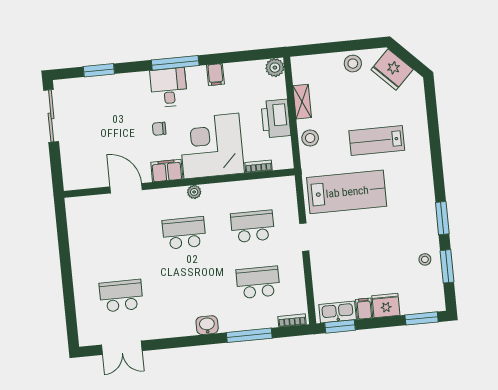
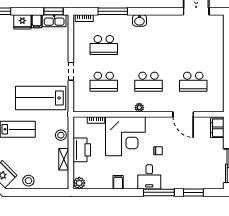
window: (175, 63) -> (159, 192), moved
filing cabinet: (167, 171) -> (217, 128), moved, turned 90
school desk: (121, 296) -> (193, 82), moved

